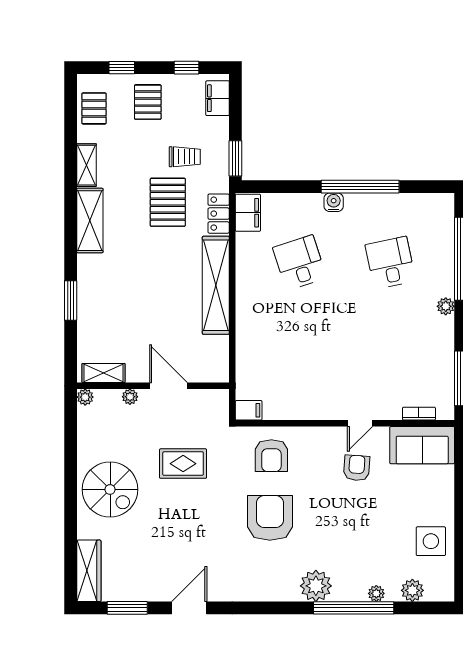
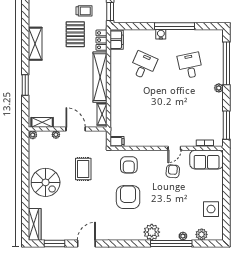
shelving: (87, 165) -> (102, 114), moved
desk: (300, 263) -> (143, 65), turned 42
rug: (183, 464) -> (83, 169), turned 90

